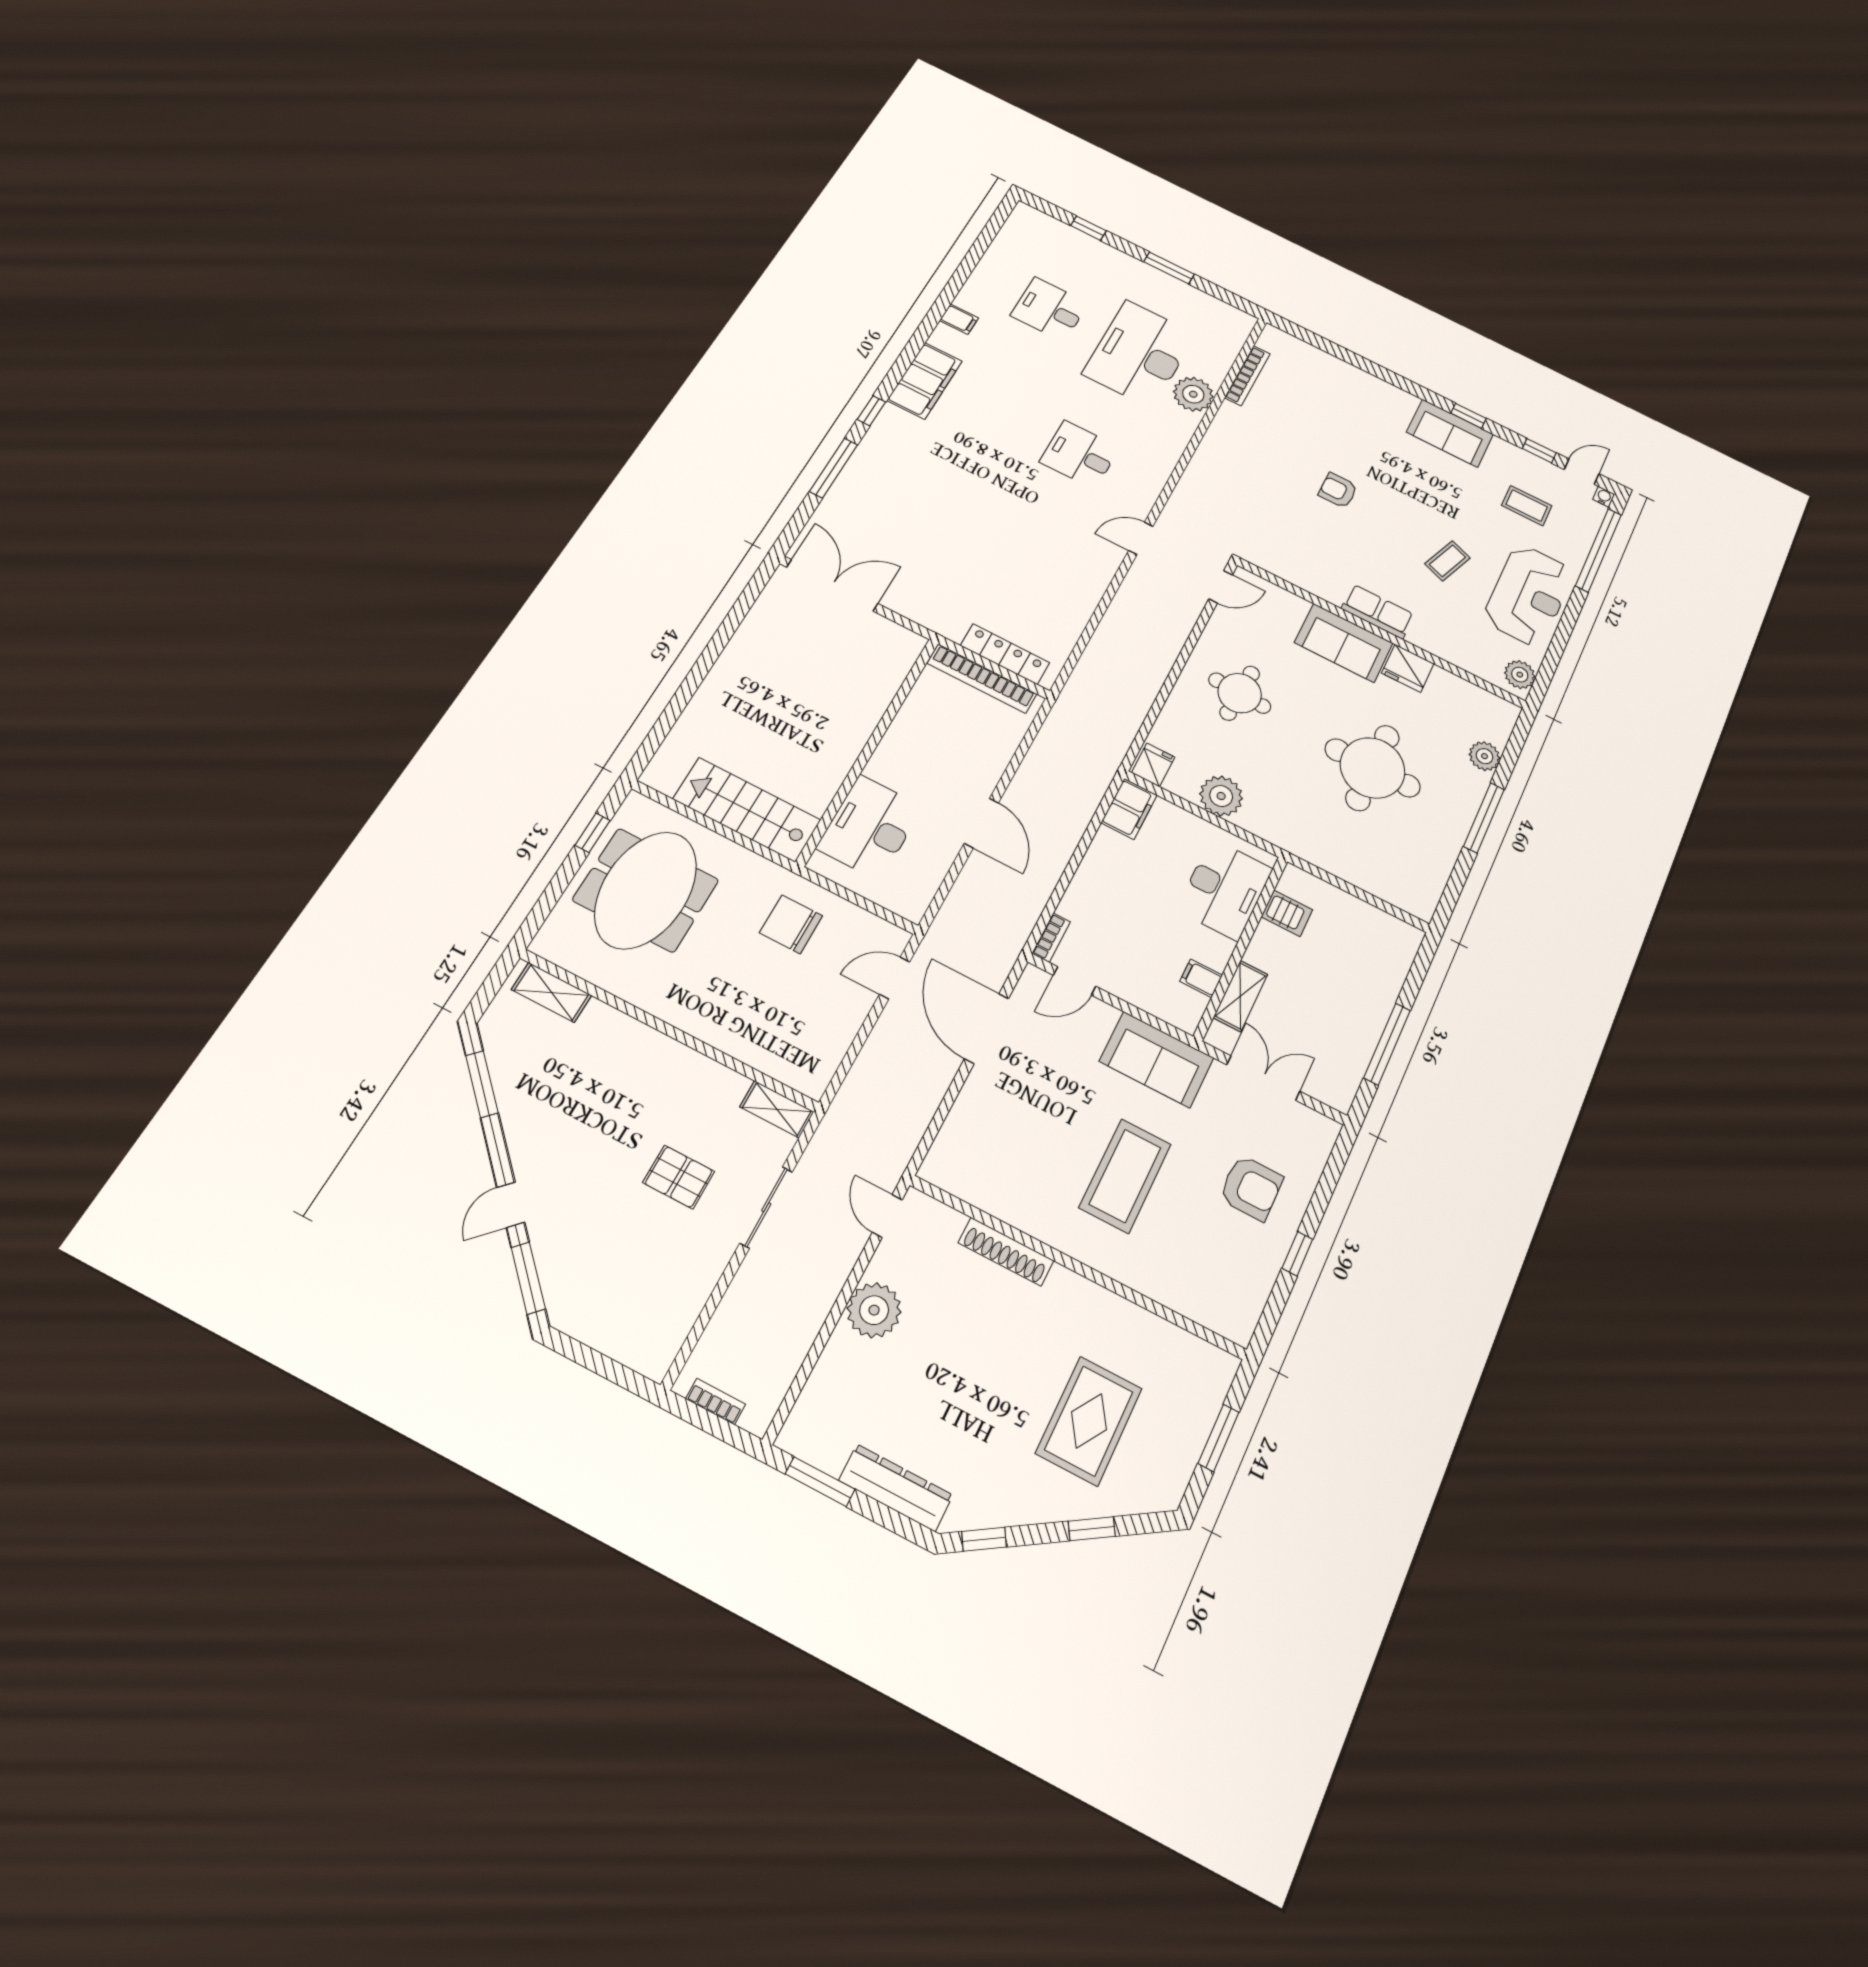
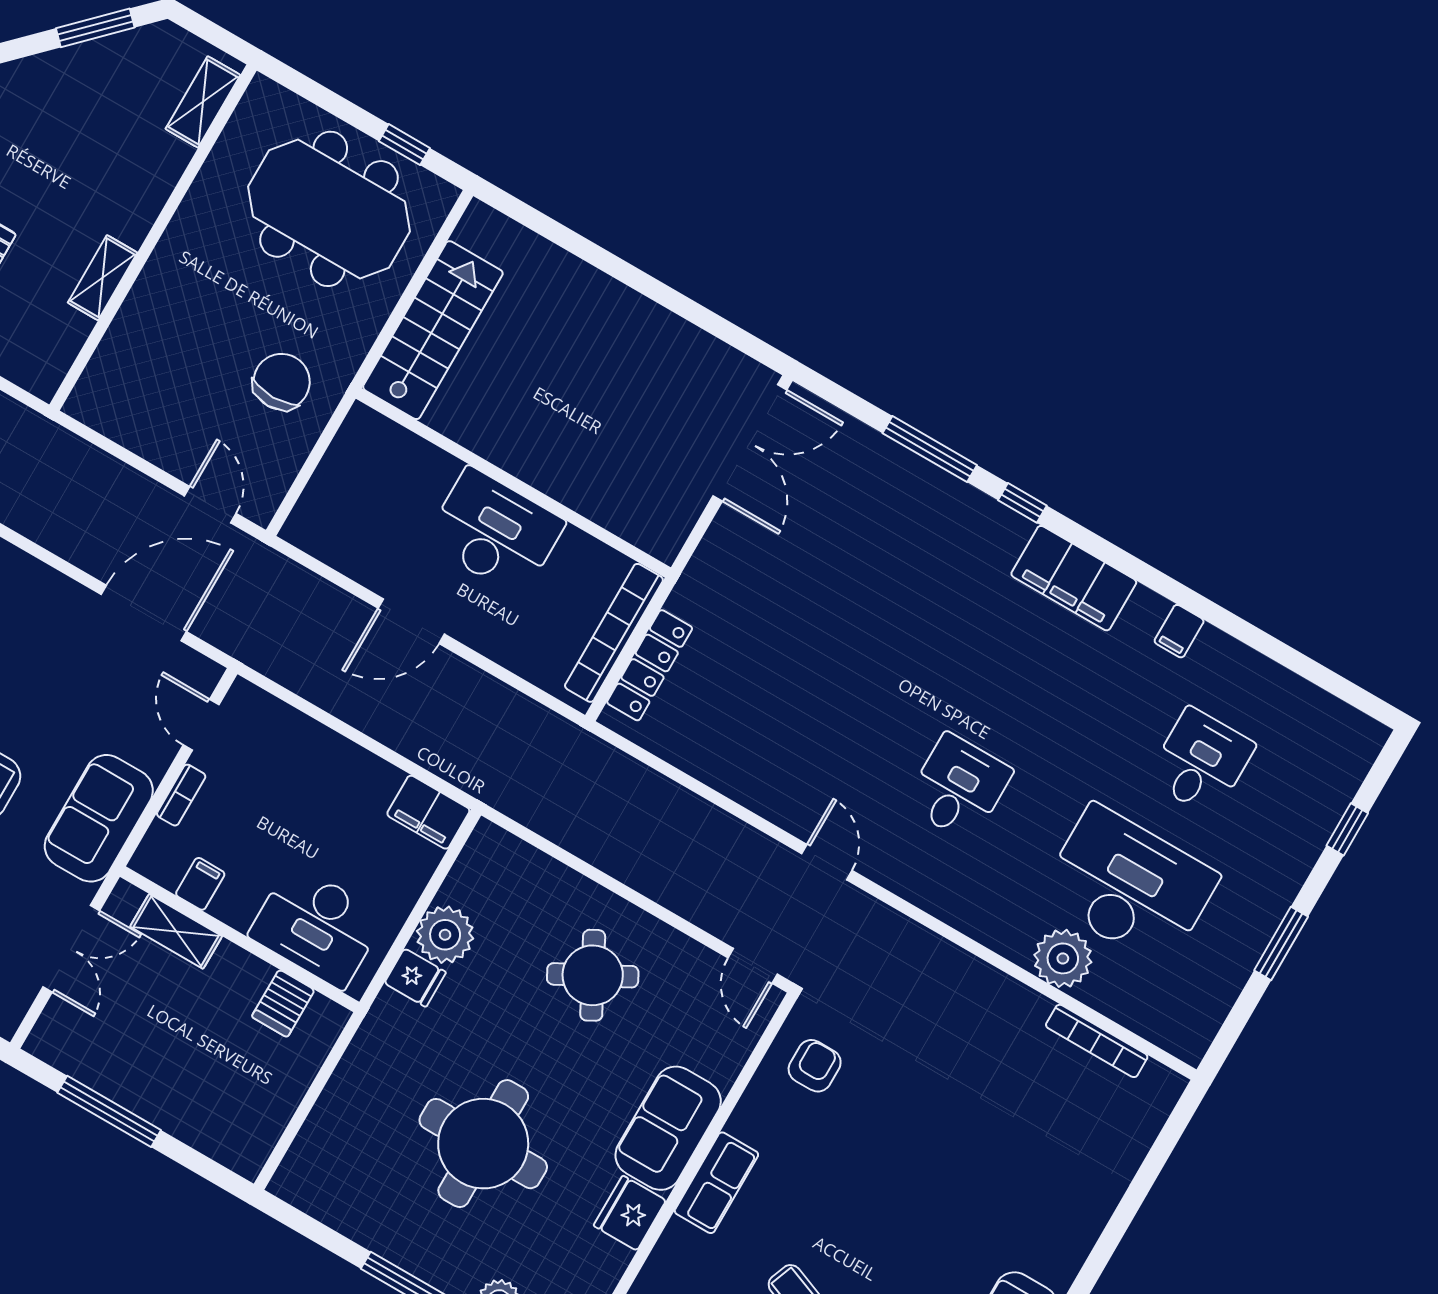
armchair: (1338, 490) -> (815, 1066), moved
round table: (1240, 693) -> (593, 975), turned -31
fridge: (1153, 765) -> (415, 978), moved
desk: (870, 827) -> (495, 532), moved
bookcase: (1051, 938) -> (181, 795), moved, turned -90
shelving: (777, 1109) -> (103, 278), moved

